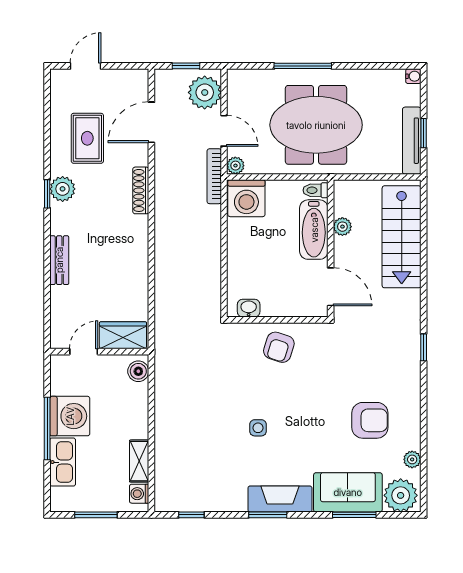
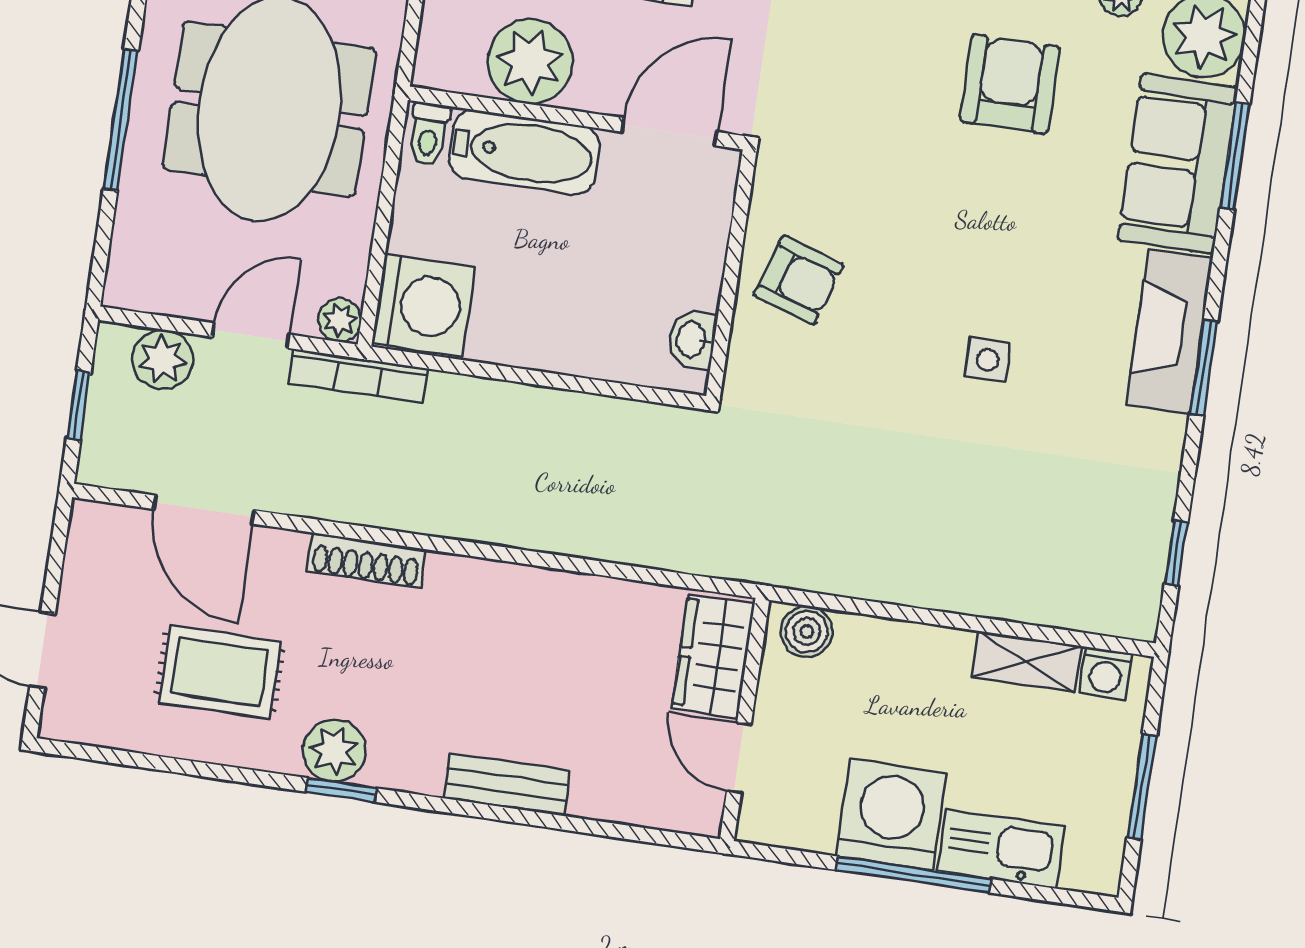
plant: (205, 92) -> (163, 360), width x0.73, depth x0.73
plant: (342, 227) -> (530, 62), width x1.87, depth x1.87

